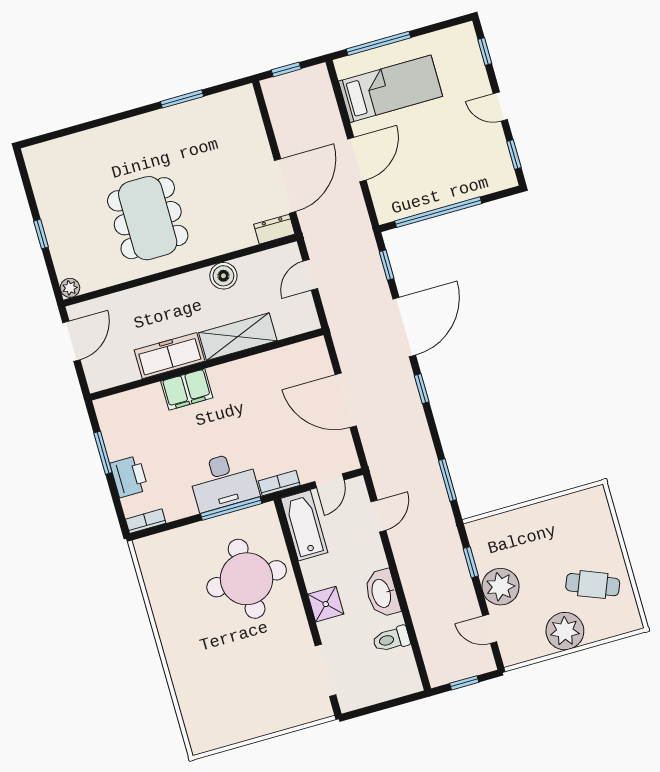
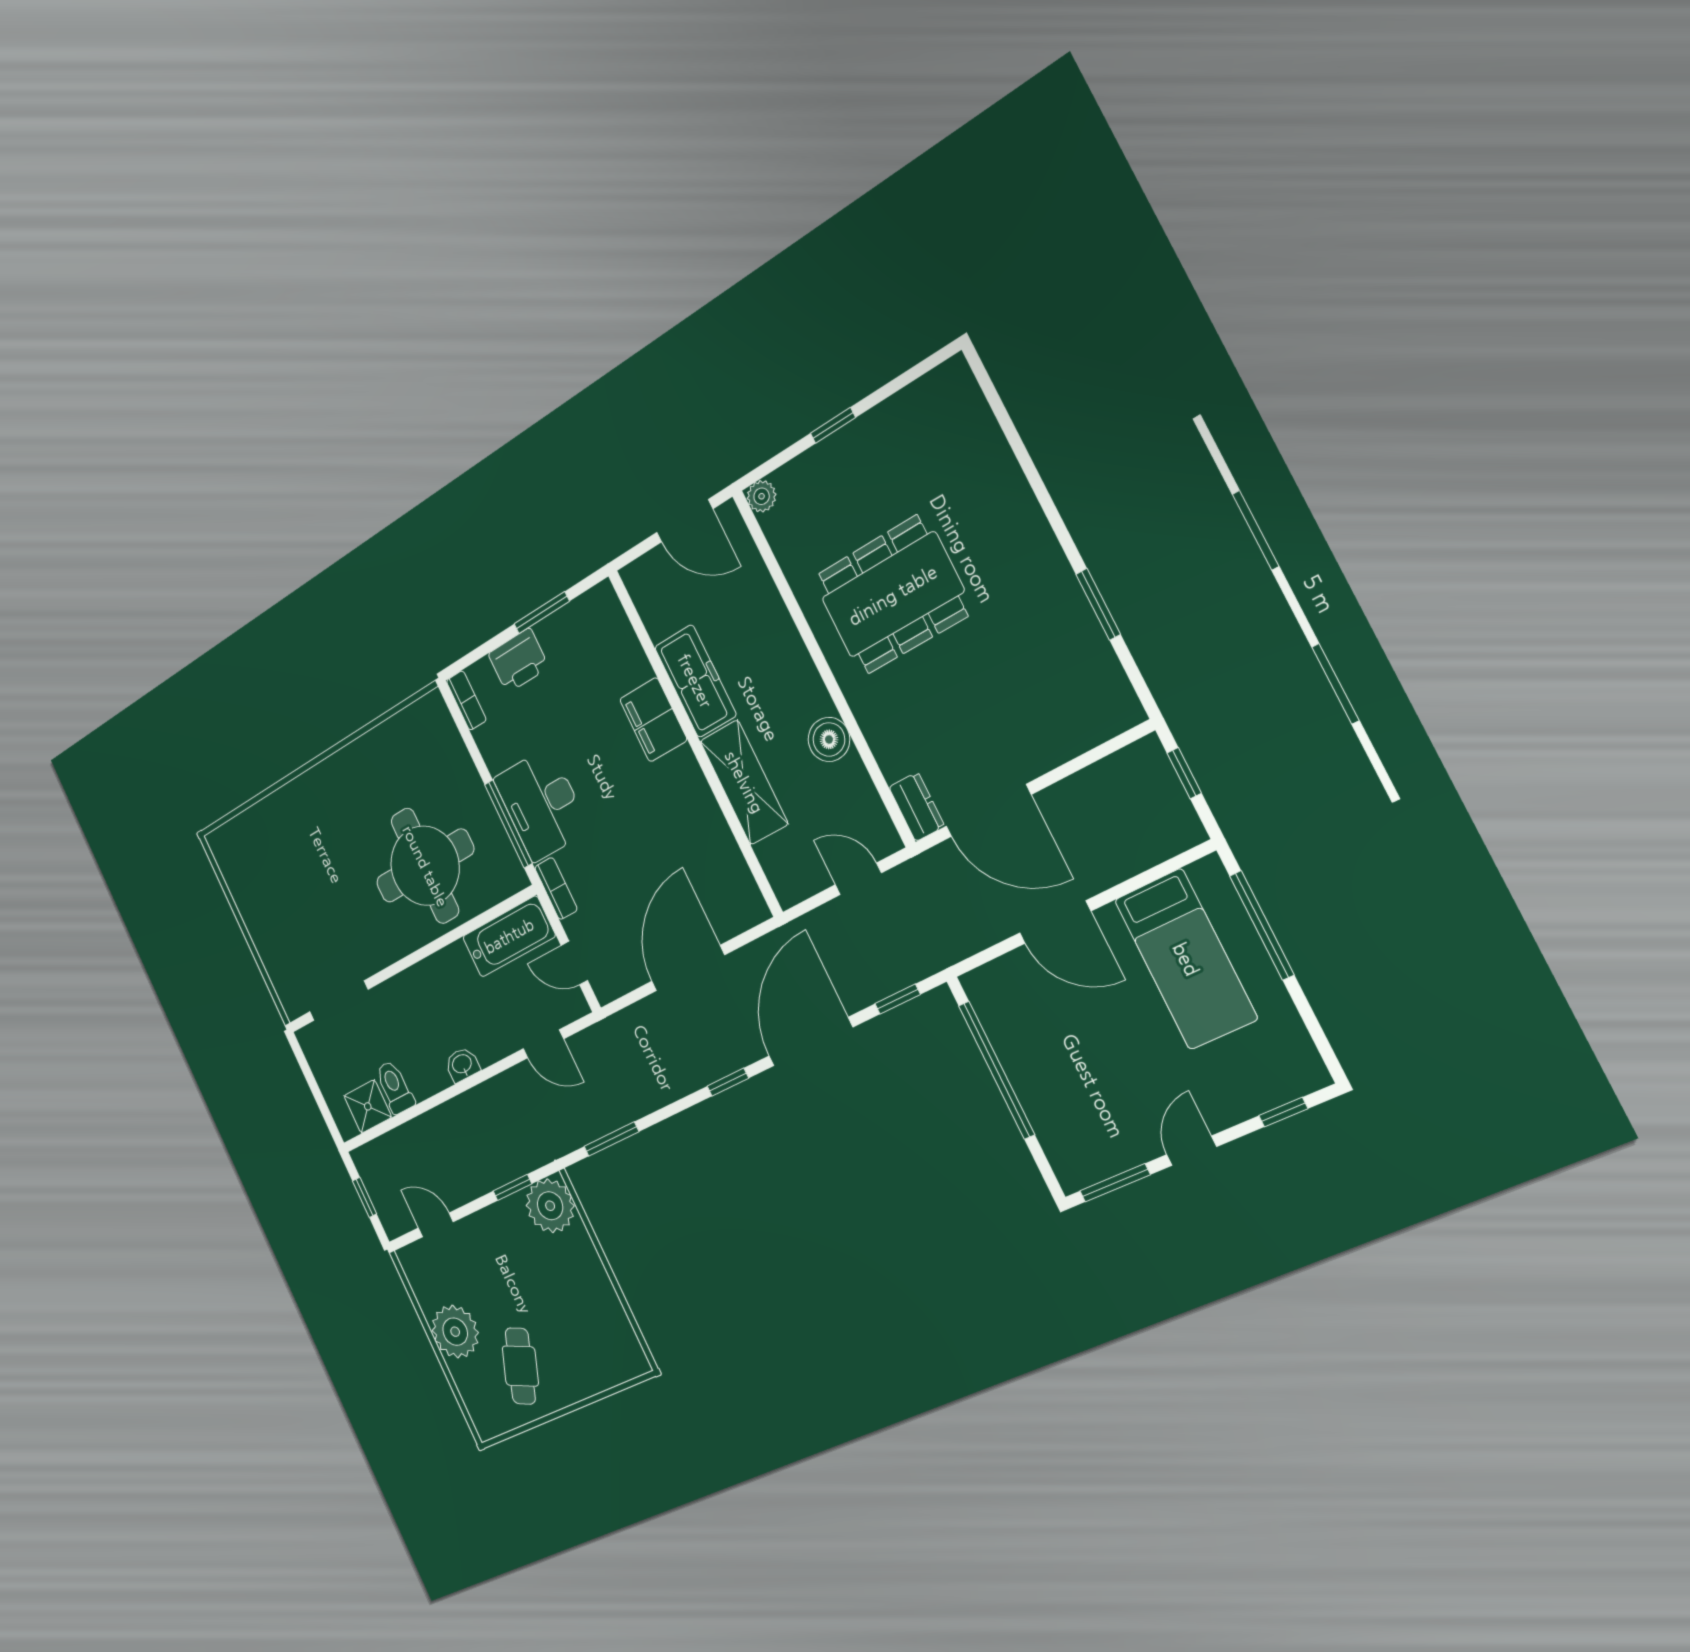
window: (514, 155) -> (1115, 1183), width x1.50
door: (404, 327) -> (811, 1042), swing flipped
plant: (501, 587) -> (550, 1206), moved
washbasin: (382, 593) -> (462, 1065), width x0.52, depth x0.69
shower: (326, 604) -> (368, 1106), moved
door: (490, 629) -> (436, 1225), hinge flipped

